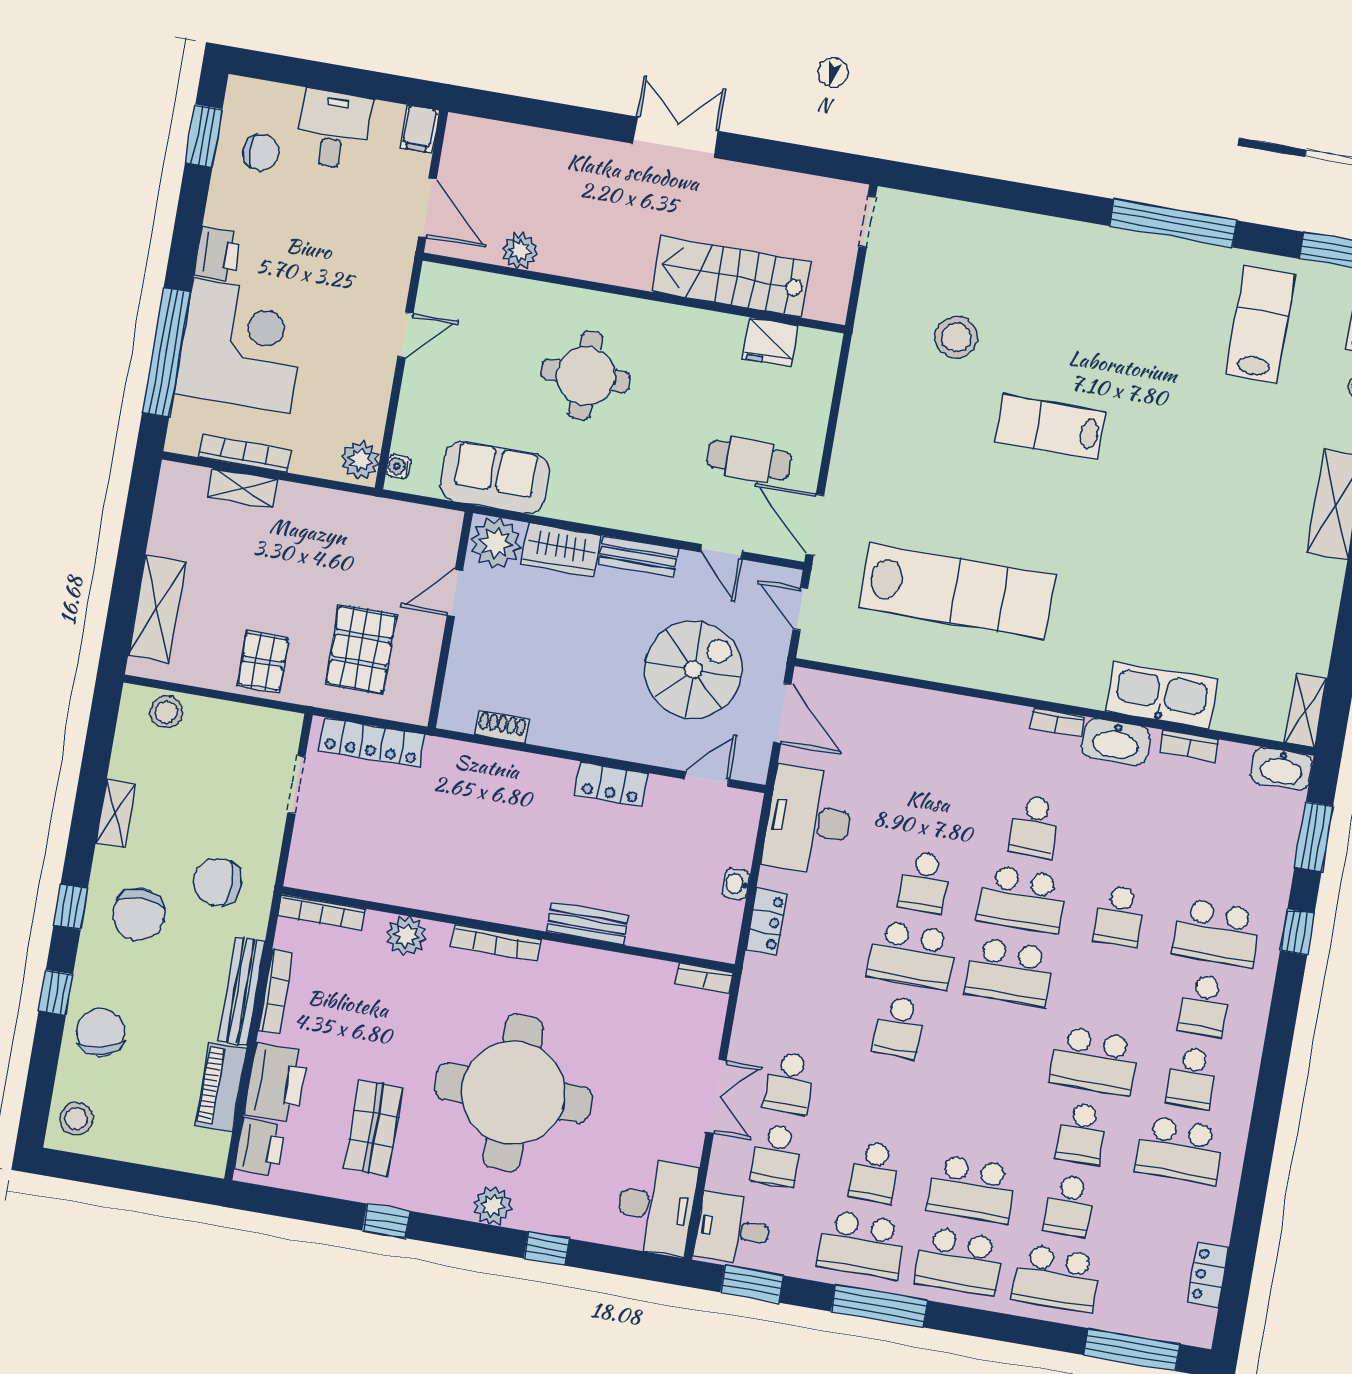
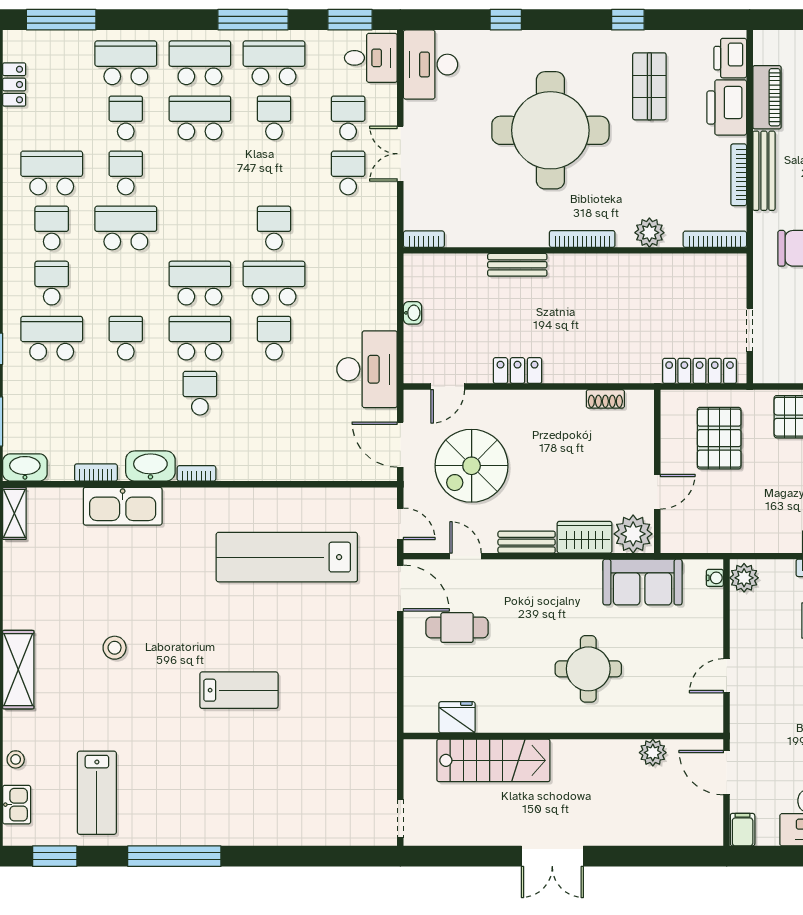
stool: (956, 337) -> (115, 648), moved, width x0.73, depth x0.73
locker: (767, 922) -> (385, 289), removed
plant: (493, 1206) -> (551, 44), removed

